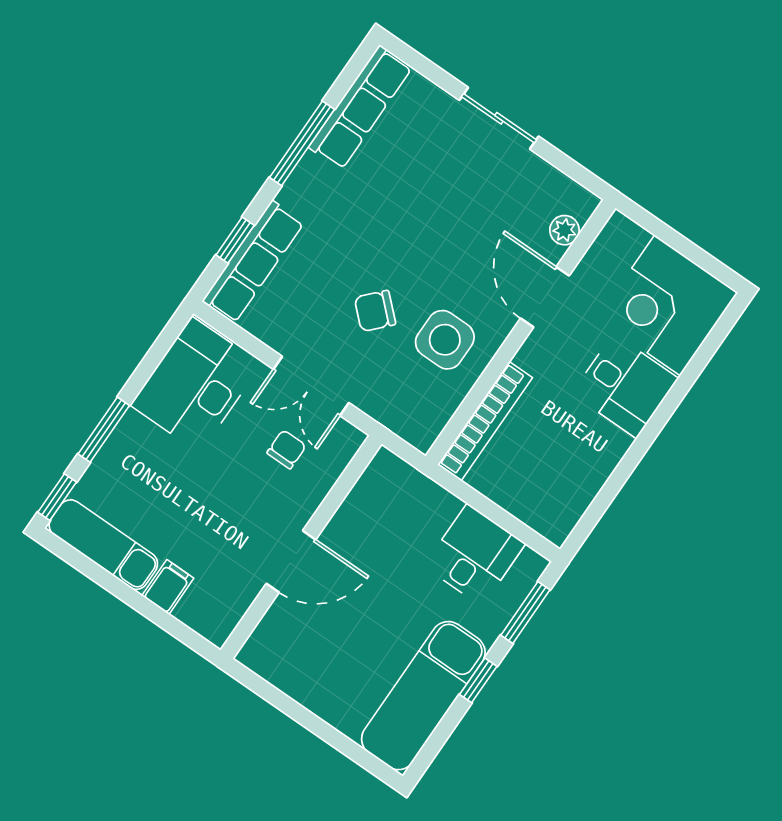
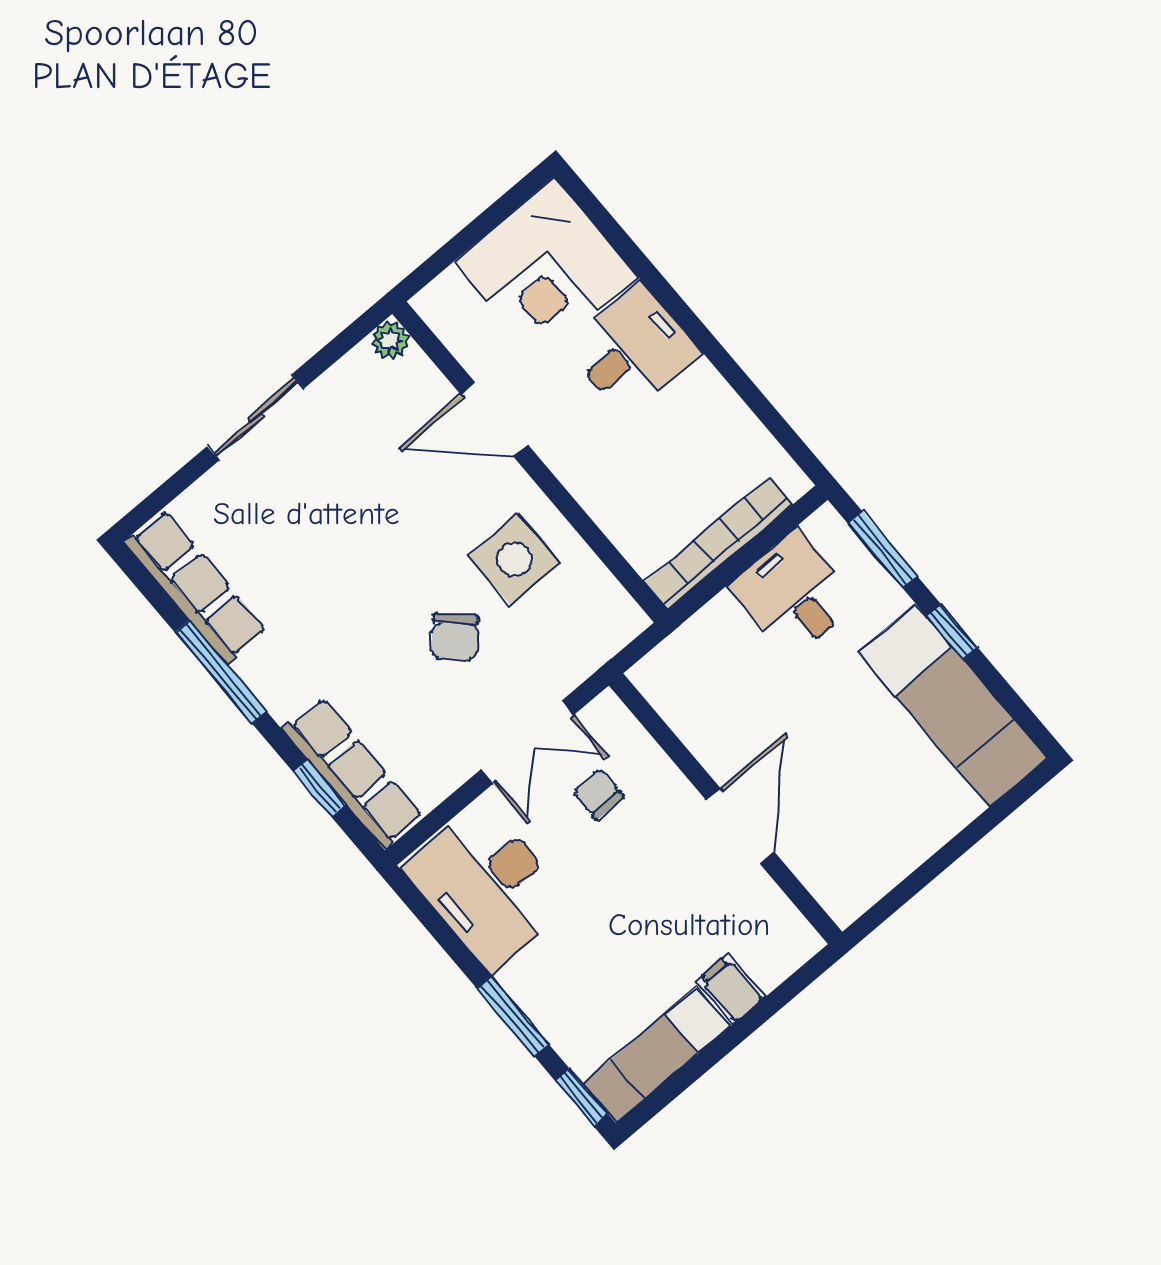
plant: (565, 230) -> (390, 340), moved
bookcase: (485, 421) -> (719, 543), moved, turned -90

